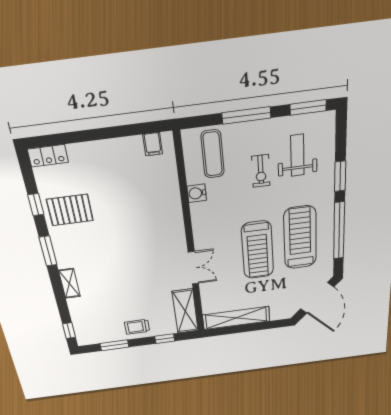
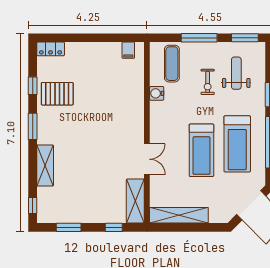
treadmill: (300, 238) -> (237, 144), turned 180
shelving: (69, 283) -> (45, 165), width x1.50, depth x1.33
trolley: (137, 327) -> (91, 211), removed

